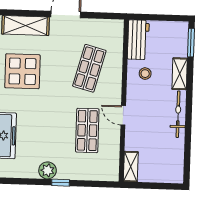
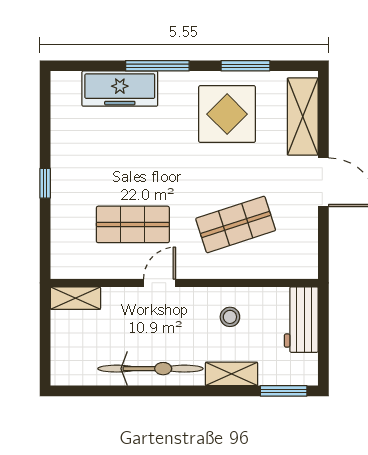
workbench: (138, 40) -> (301, 320), moved, turned 90
shop shelf: (89, 68) -> (236, 224), turned -33
bicycle: (178, 114) -> (150, 369), width x1.37, depth x1.40
plant: (48, 170) -> (65, 161), removed

